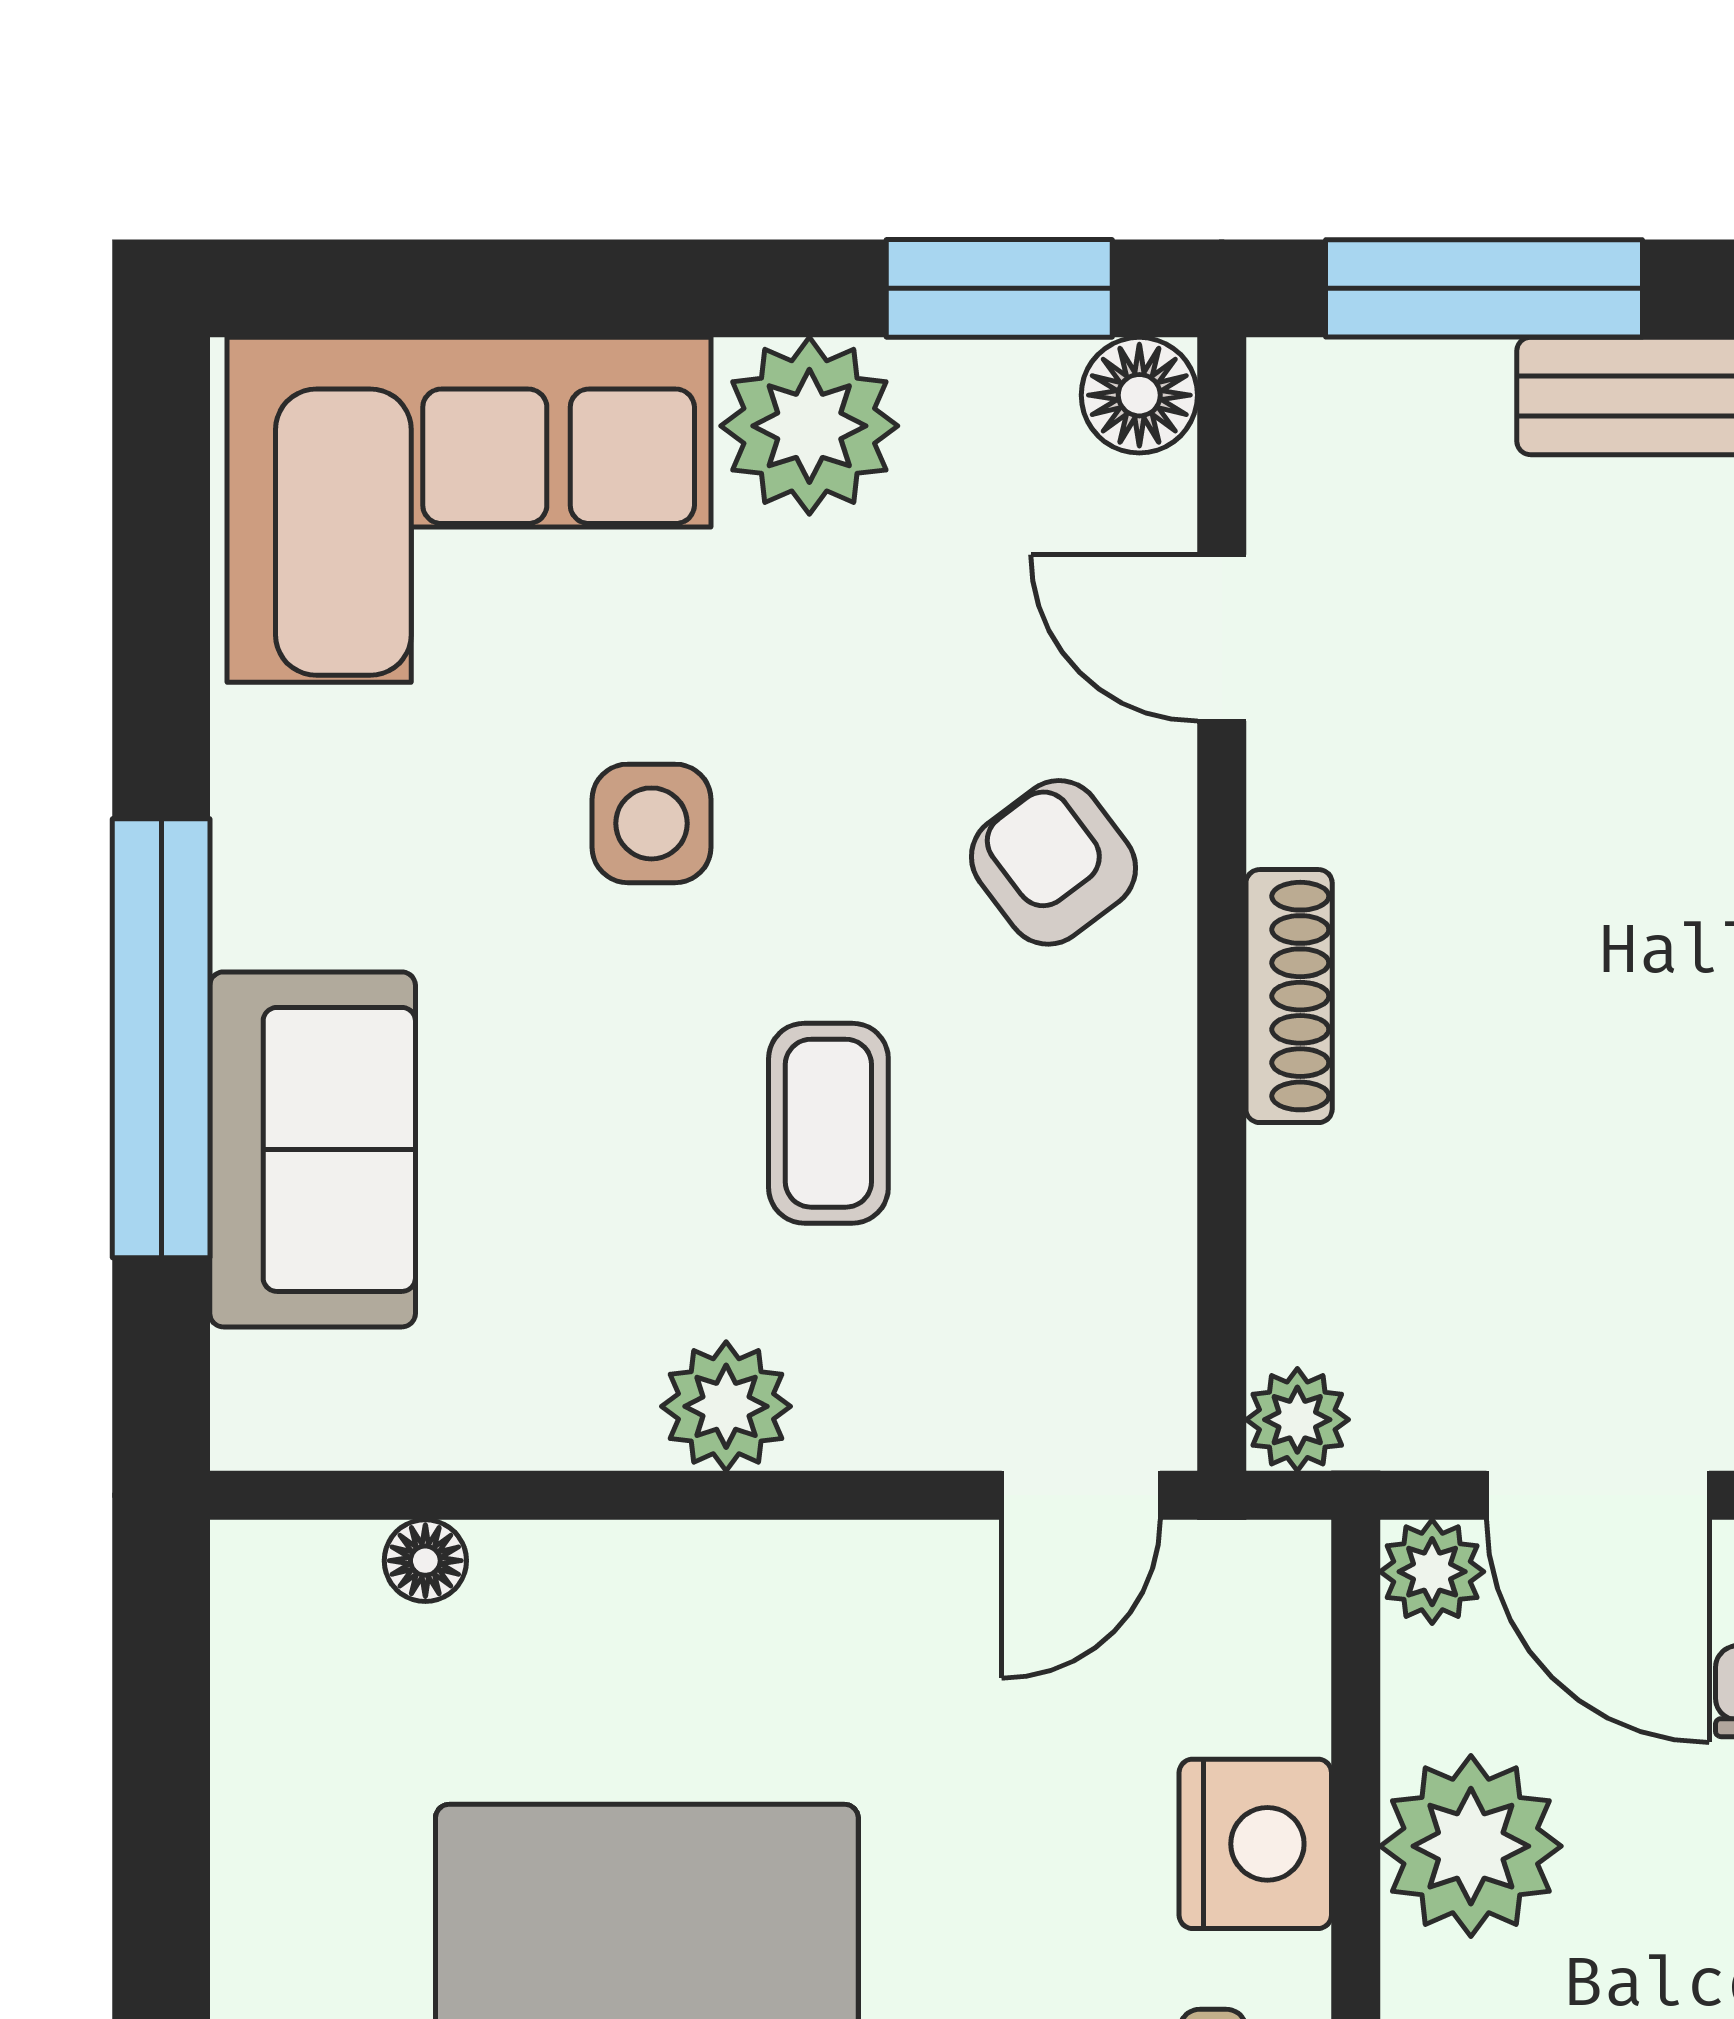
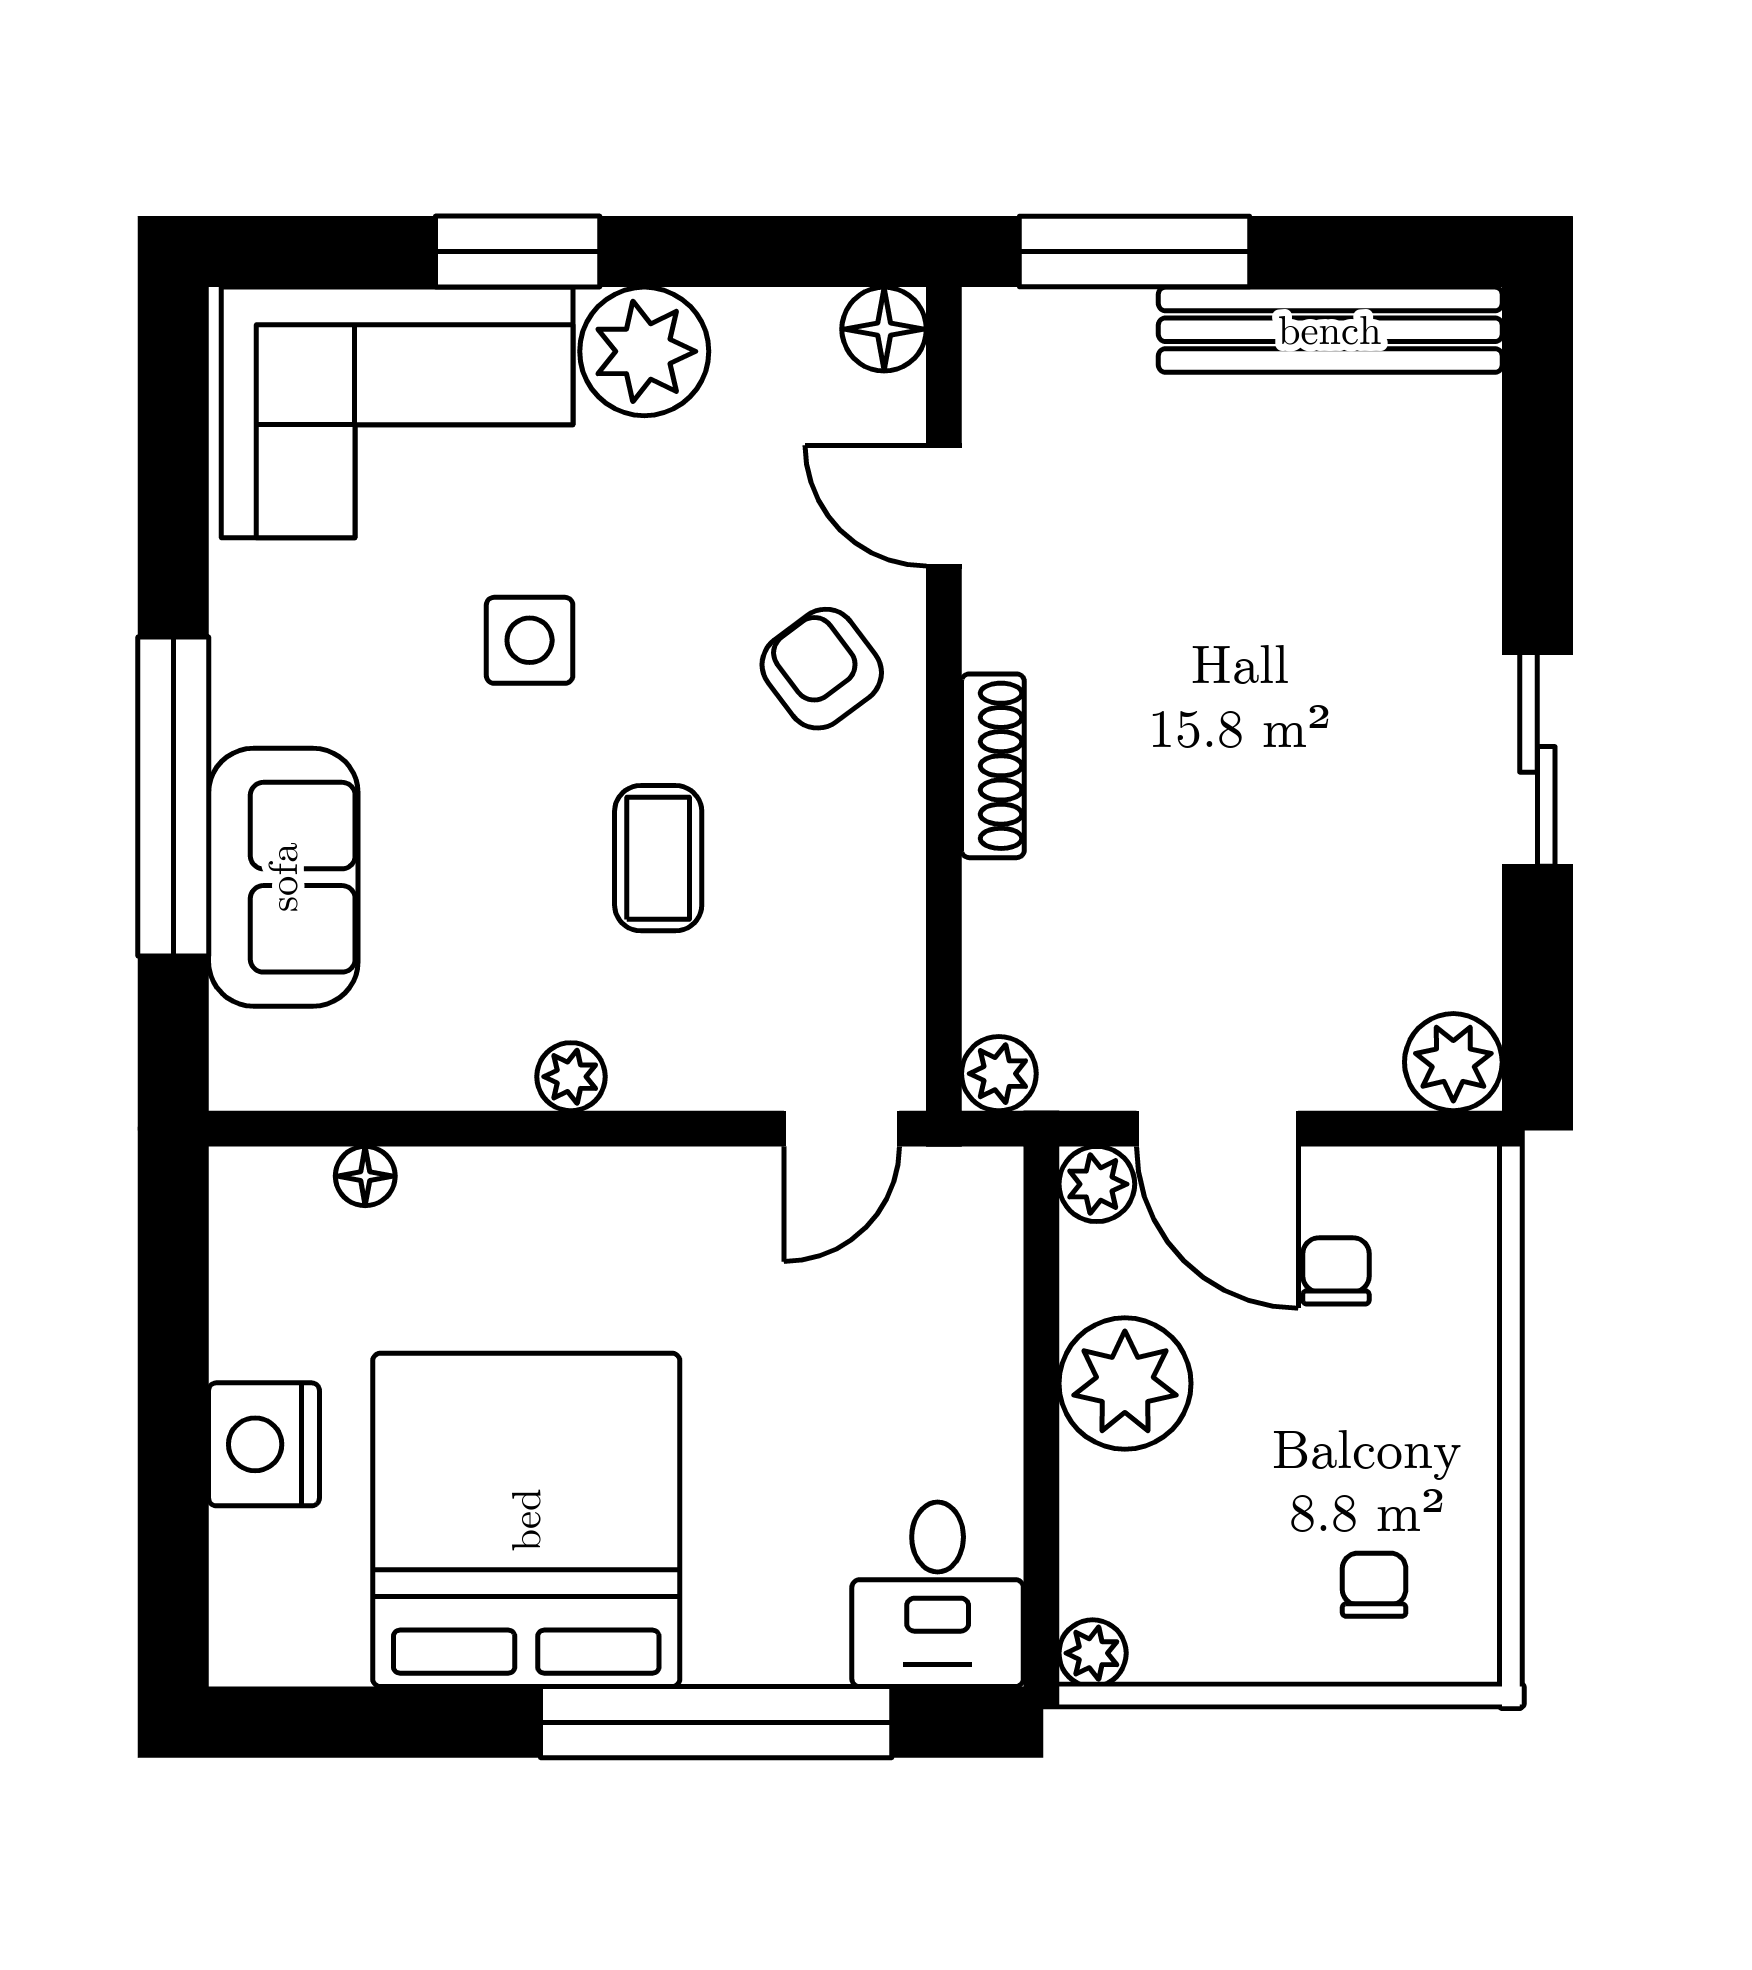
window: (999, 288) -> (518, 252), moved
plant: (726, 1406) -> (571, 1077), width x0.73, depth x0.73
nightstand: (1255, 1844) -> (264, 1444), moved, turned 180

